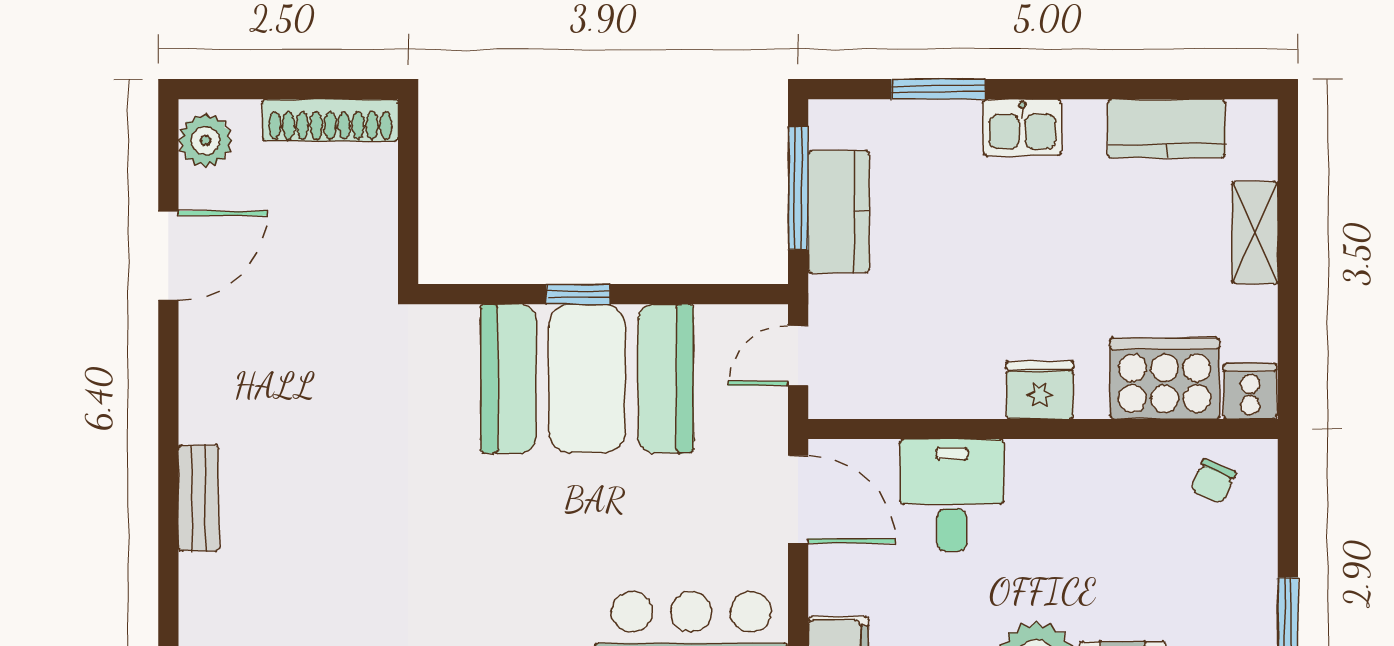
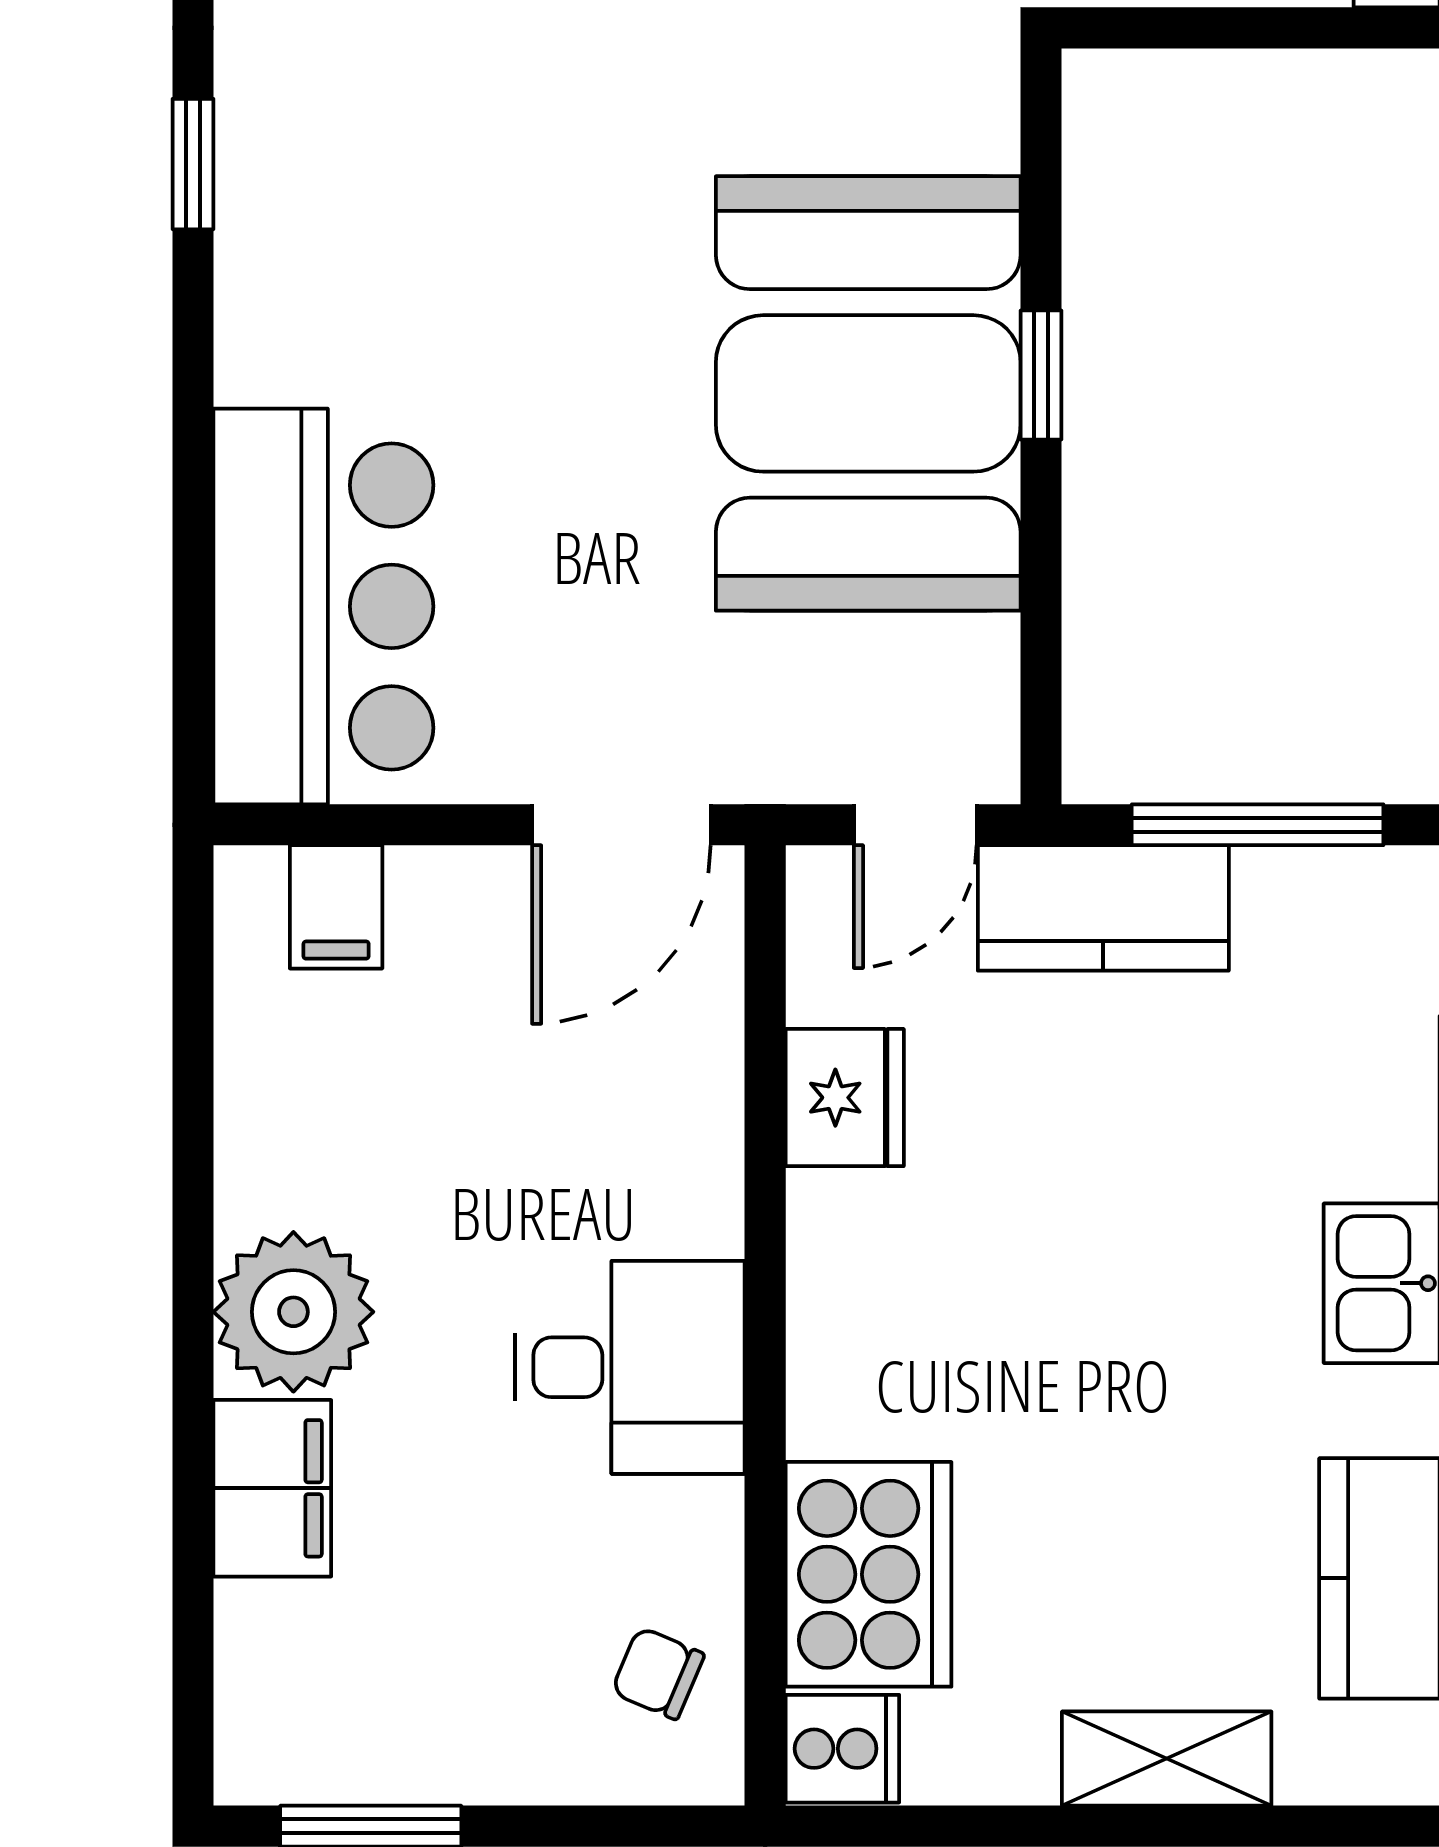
kitchen counter: (839, 211) -> (1103, 908), moved
door: (798, 356) -> (915, 825), swing flipped
fridge: (1040, 390) -> (845, 1098), moved
desk: (952, 495) -> (630, 1367), moved

